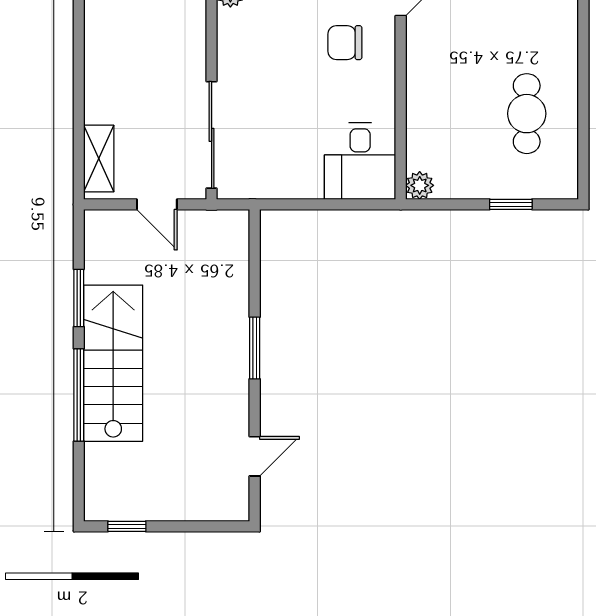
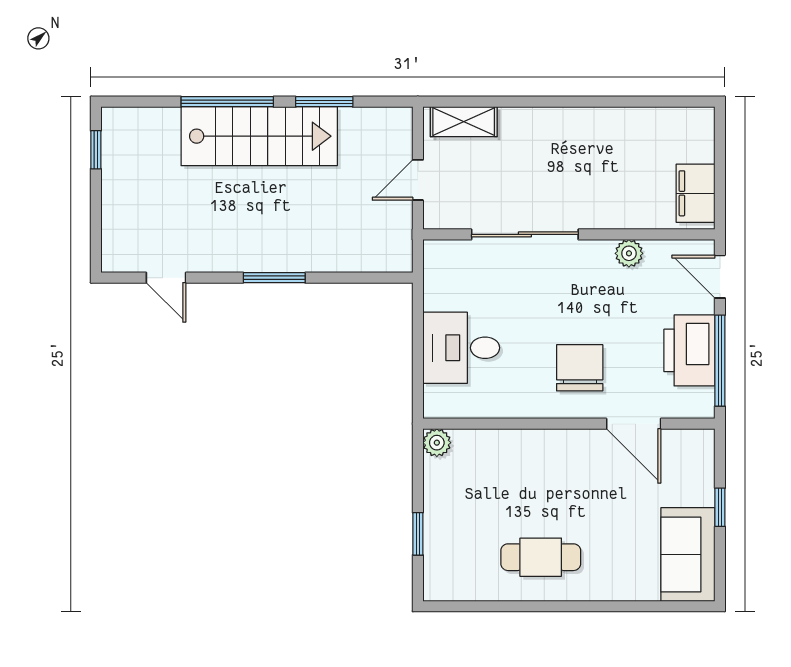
chair: (345, 43) -> (580, 368), width x1.37, depth x1.37
cafe table: (527, 114) -> (541, 557), moved
sliding door: (212, 135) -> (525, 234), moved
desk: (360, 161) -> (461, 348), moved

